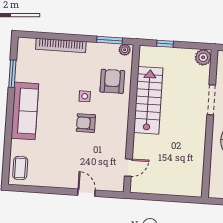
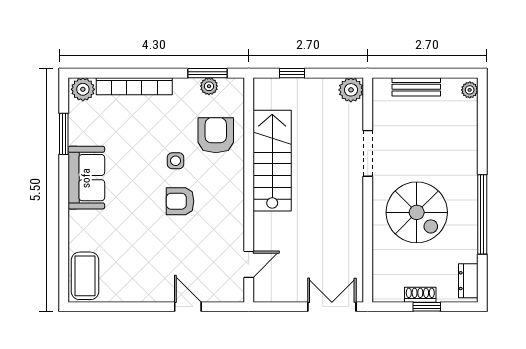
plant: (27, 45) -> (83, 89), added
plant: (125, 50) -> (209, 86), moved
sofa: (25, 111) -> (86, 178), width x0.73
coffee table: (20, 168) -> (85, 276), width x1.36, depth x1.30
double door: (181, 199) -> (332, 307), added

